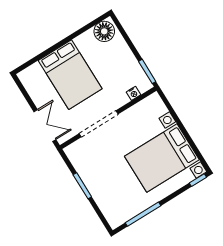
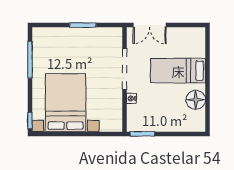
floor lamp: (104, 31) -> (196, 100), moved
bed: (70, 75) -> (178, 71), width x0.67
nightstand: (134, 93) -> (131, 98), moved

